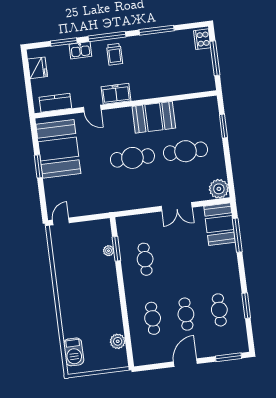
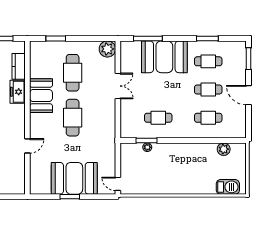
freezer: (116, 94) -> (18, 92), moved
kitchen counter: (55, 103) -> (19, 66), moved
booth: (58, 149) -> (74, 178), moved
booth: (220, 224) -> (164, 57), moved, width x1.36, depth x1.42

